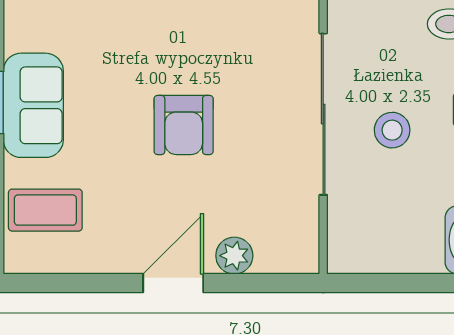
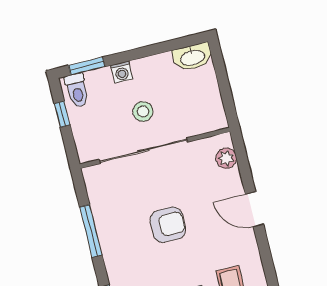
plant: (234, 256) -> (226, 158), moved

